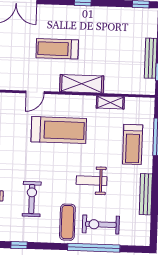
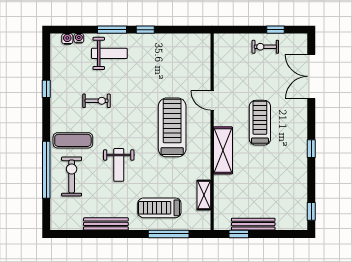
shelving: (110, 102) -> (204, 195), moved
treadmill: (59, 130) -> (172, 127), turned 180
weight bench: (92, 181) -> (119, 165), turned 180
exercise bike: (32, 199) -> (97, 101), width x0.73, depth x0.72

